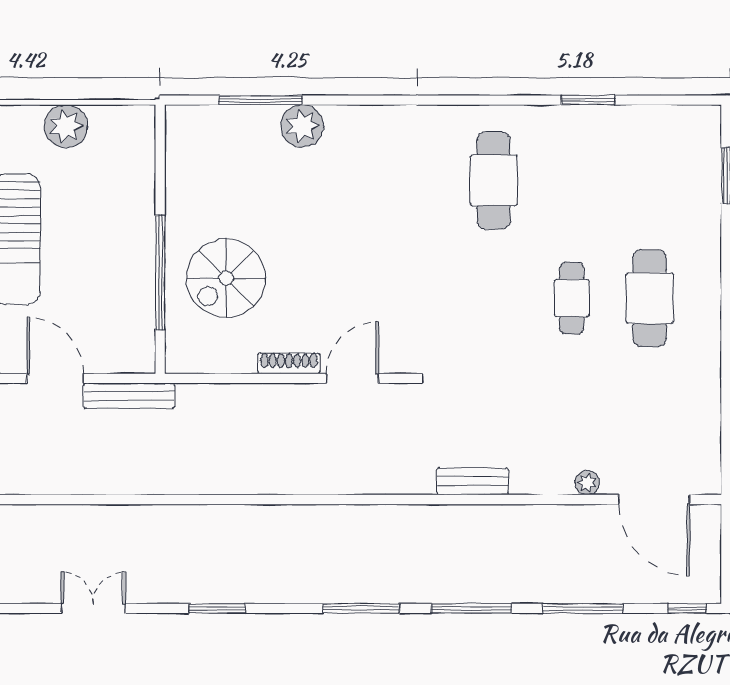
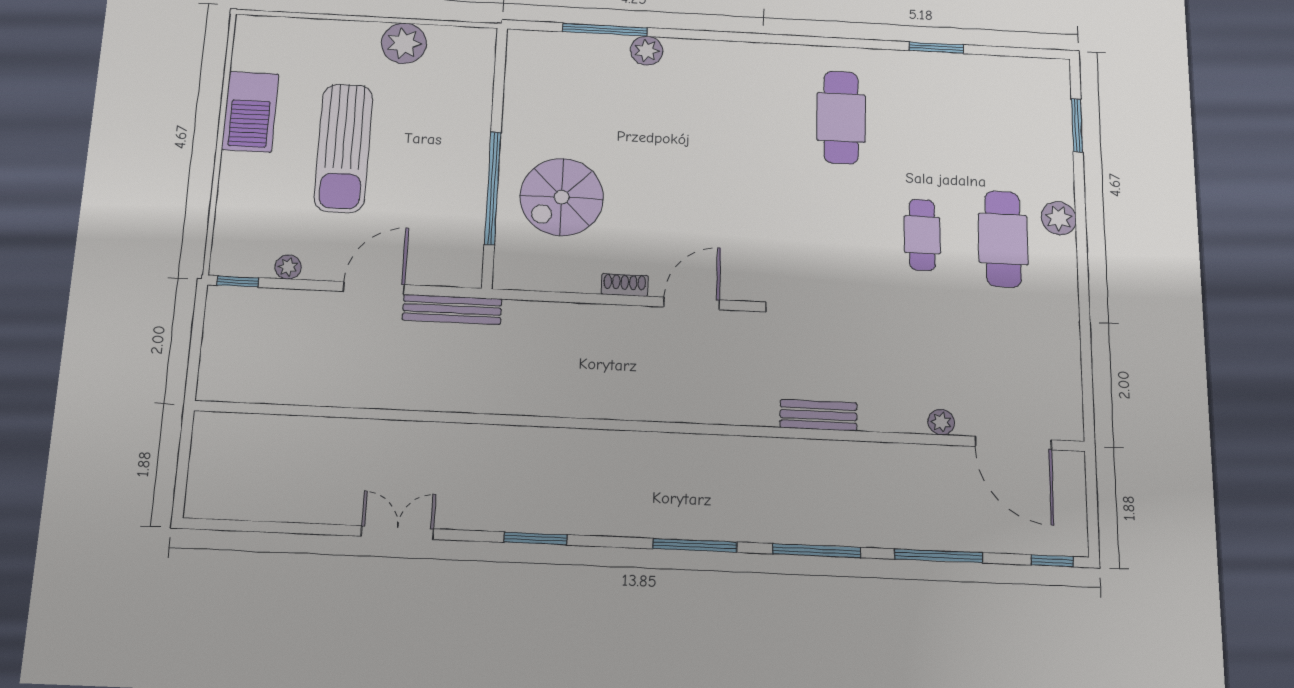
plant: (302, 126) -> (647, 51), width x0.73, depth x0.73
plant: (704, 274) -> (1059, 218), added
shoe rack: (289, 363) -> (625, 285), width x0.70
door: (55, 378) -> (374, 288), hinge flipped

